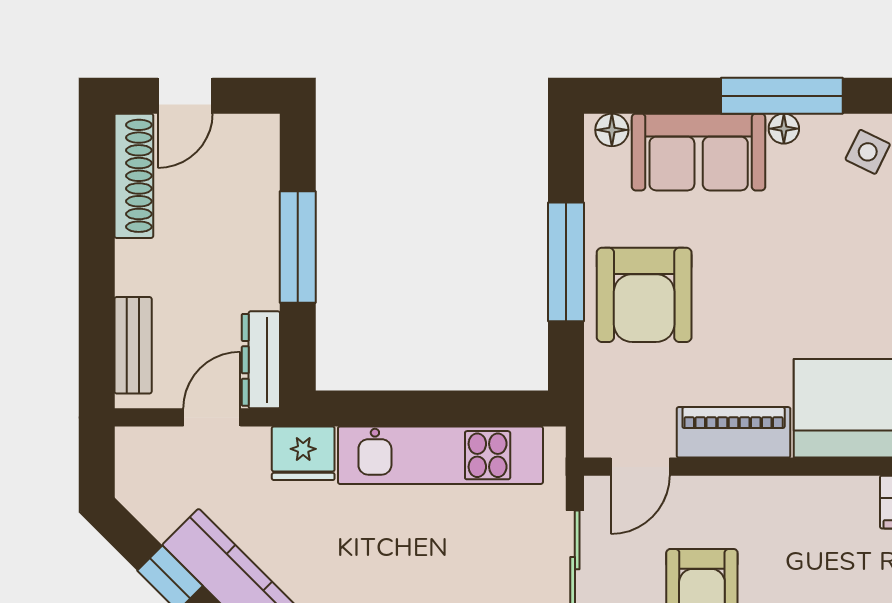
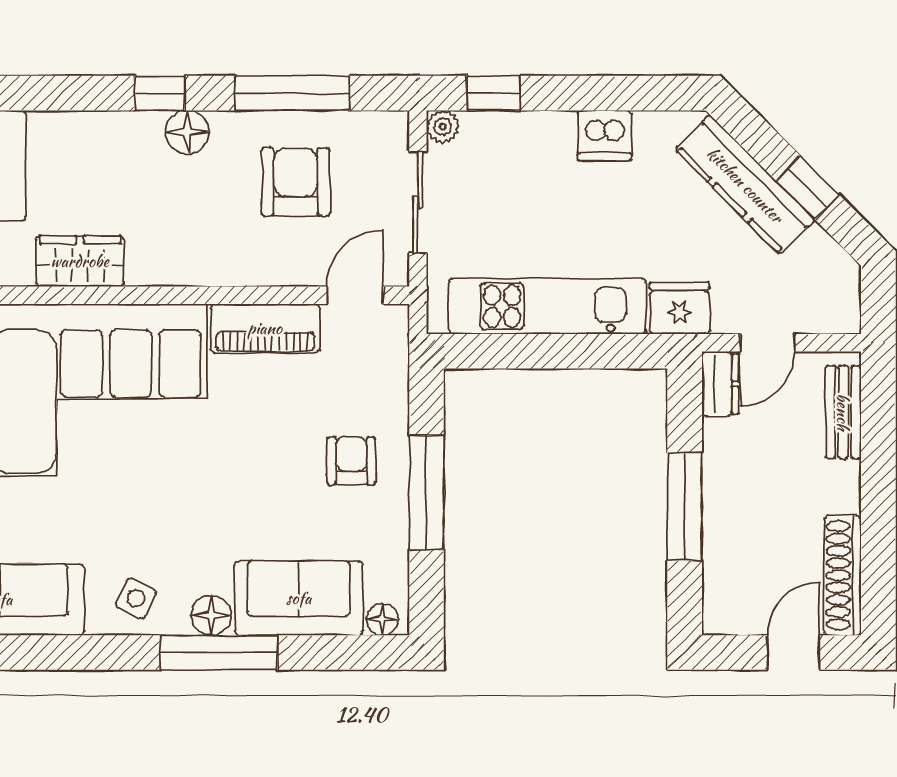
floor lamp: (784, 129) -> (211, 615), width x1.37, depth x1.37
armchair: (644, 295) -> (351, 461), width x0.53, depth x0.53
dresser: (261, 360) -> (720, 384), width x0.70

